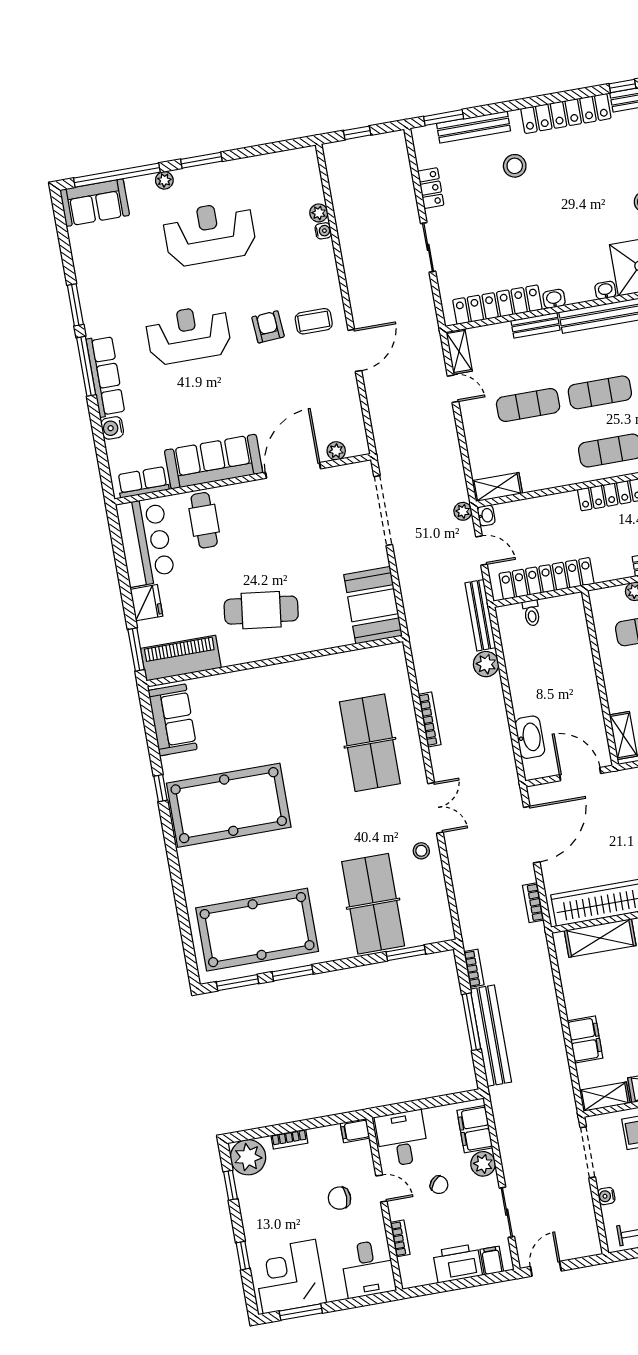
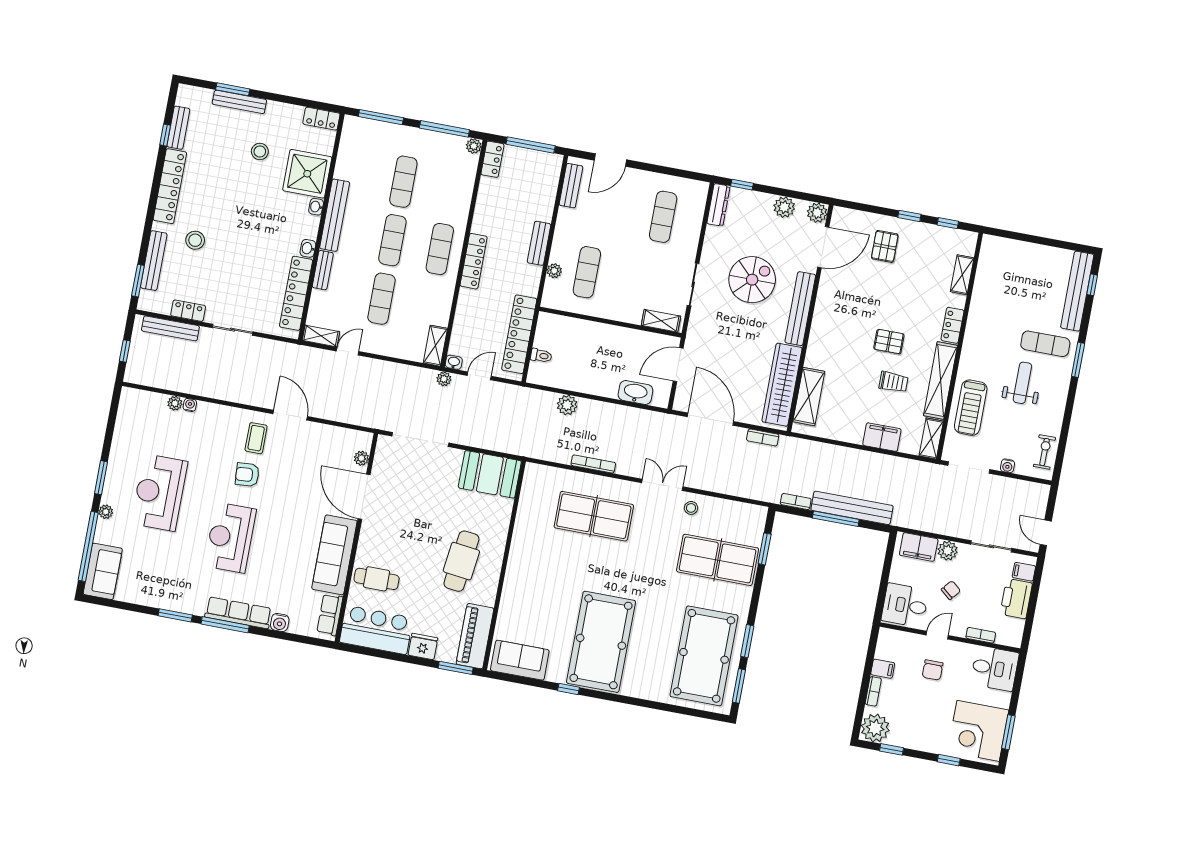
bench: (480, 615) -> (170, 328), moved
filing cabinet: (355, 1131) -> (883, 669), moved, turned -90

